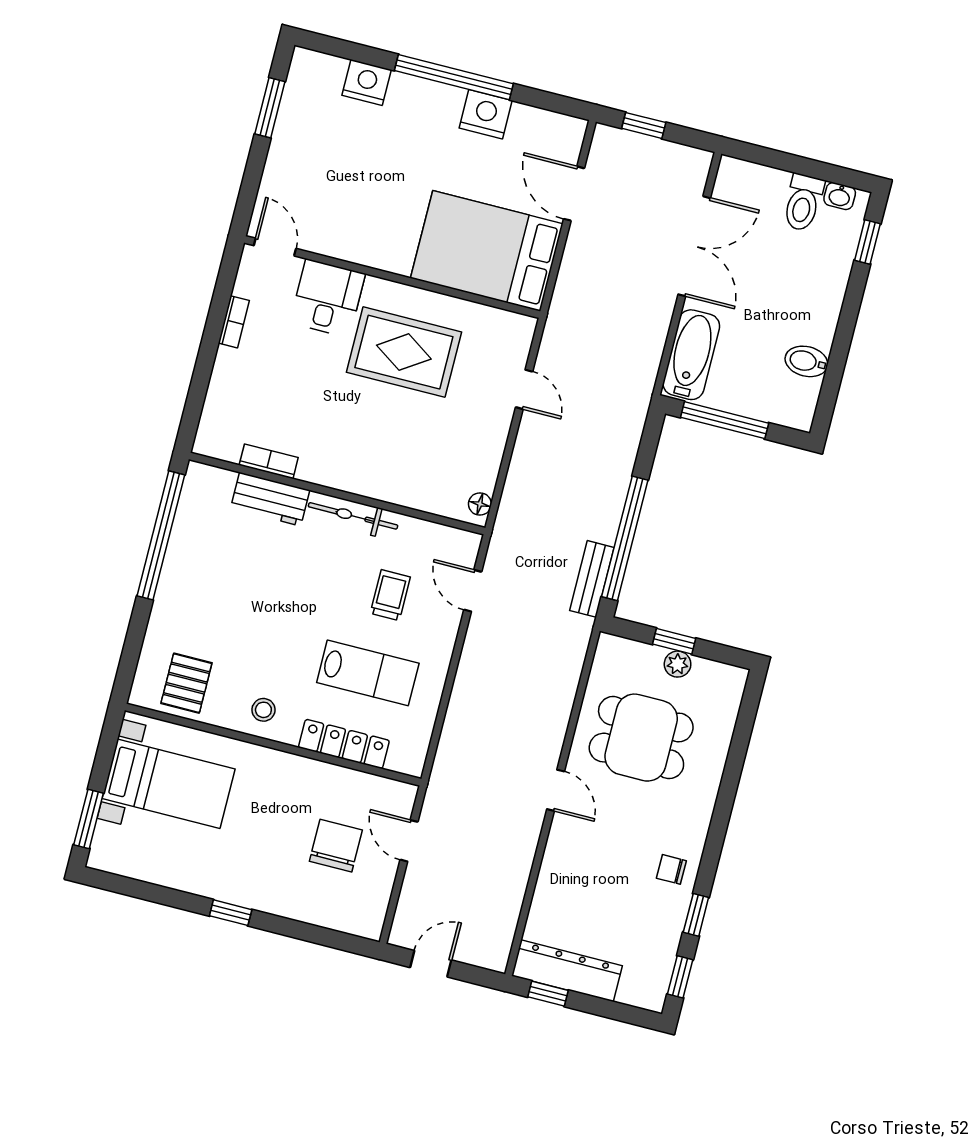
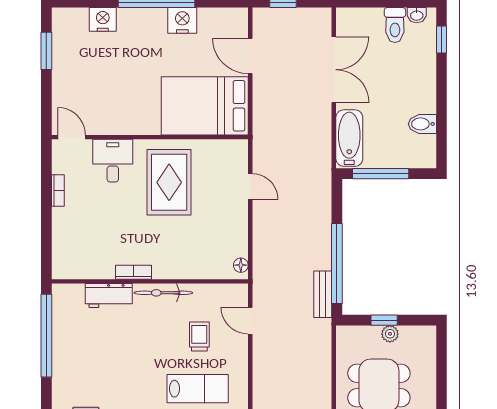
rug: (404, 352) -> (169, 182), turned 90
bookcase: (269, 461) -> (134, 272), moved

